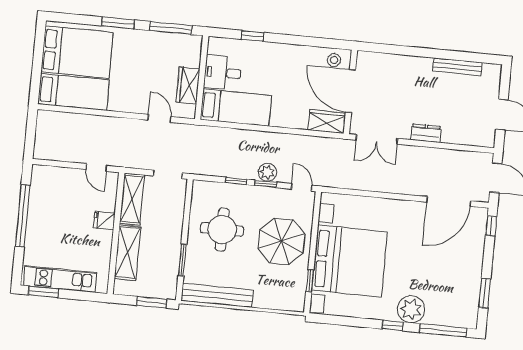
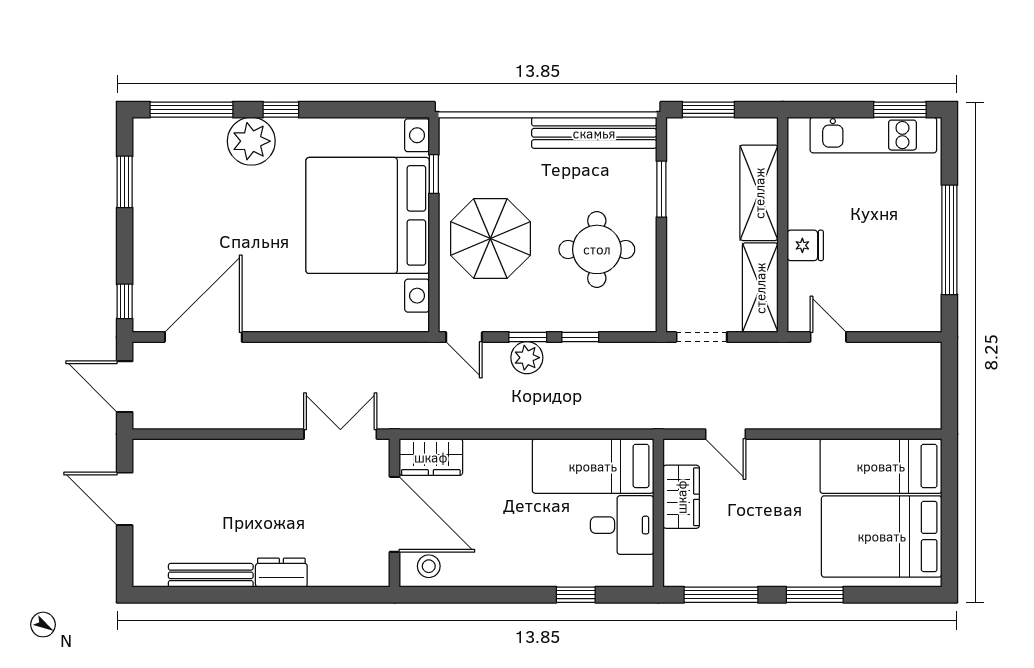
dresser: (426, 133) -> (281, 573), moved, turned 180

